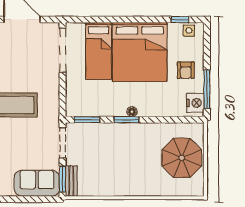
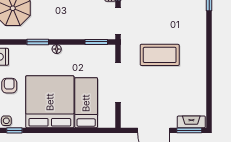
doorway: (63, 50) -> (118, 83), moved
window: (127, 120) -> (38, 42), moved

